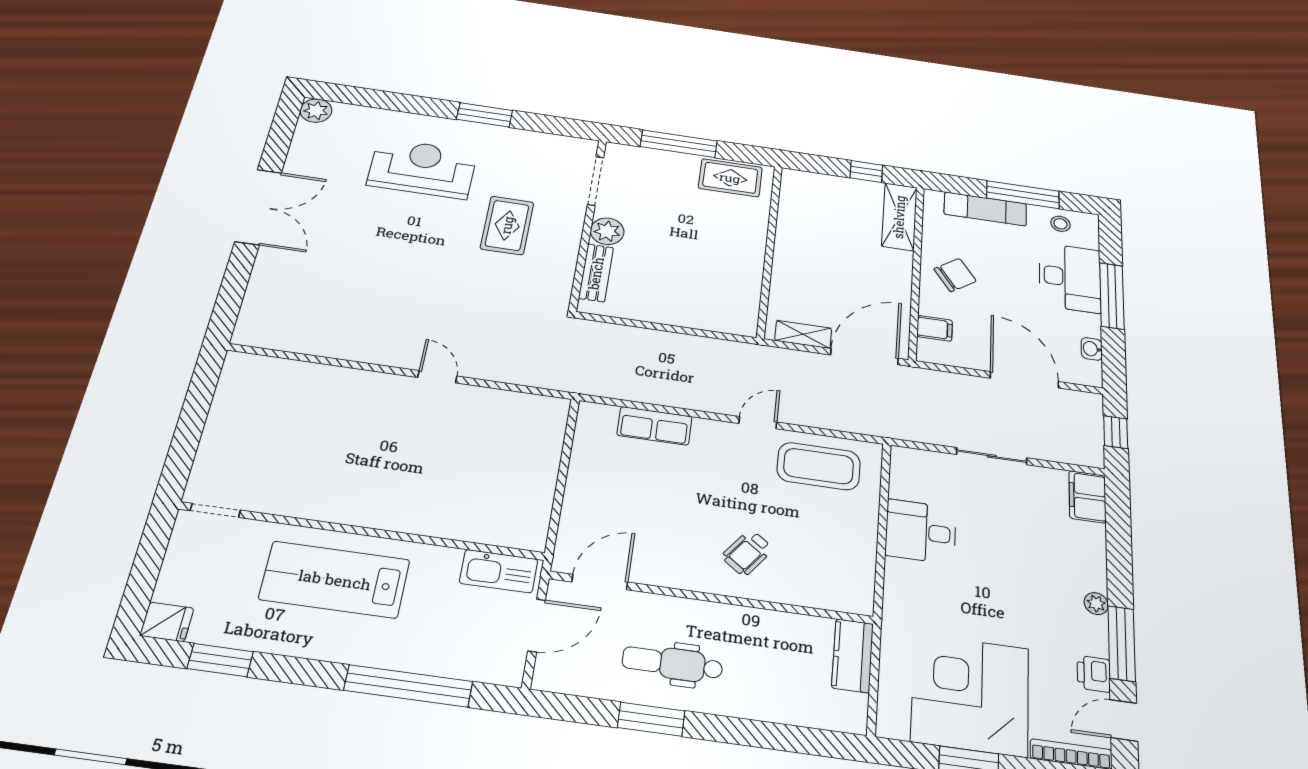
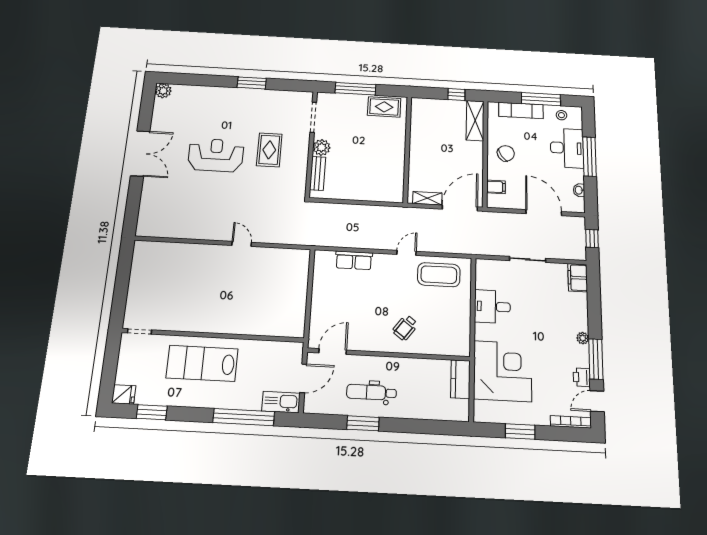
reception desk: (422, 168) -> (216, 155), moved
kitchen sink: (499, 571) -> (281, 402), moved, turned 180
corner desk: (970, 695) -> (503, 371), moved, turned 90

